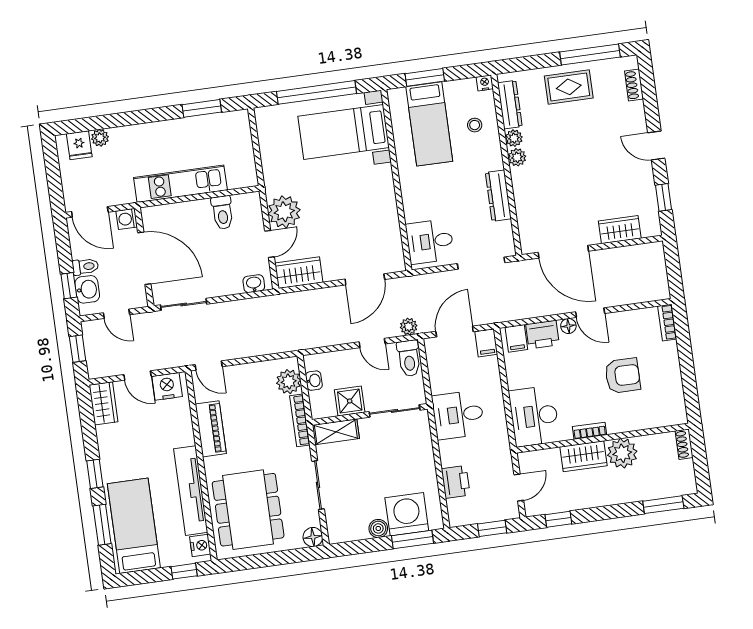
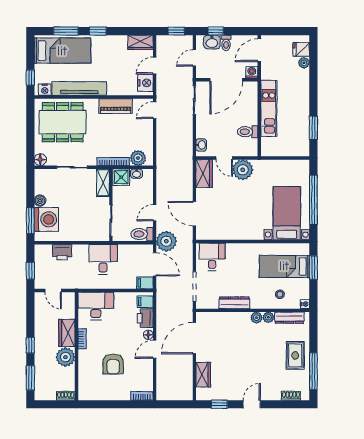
plant: (409, 327) -> (166, 241), width x1.87, depth x1.87
shower: (350, 401) -> (121, 177), moved
window: (558, 519) -> (30, 345), moved

